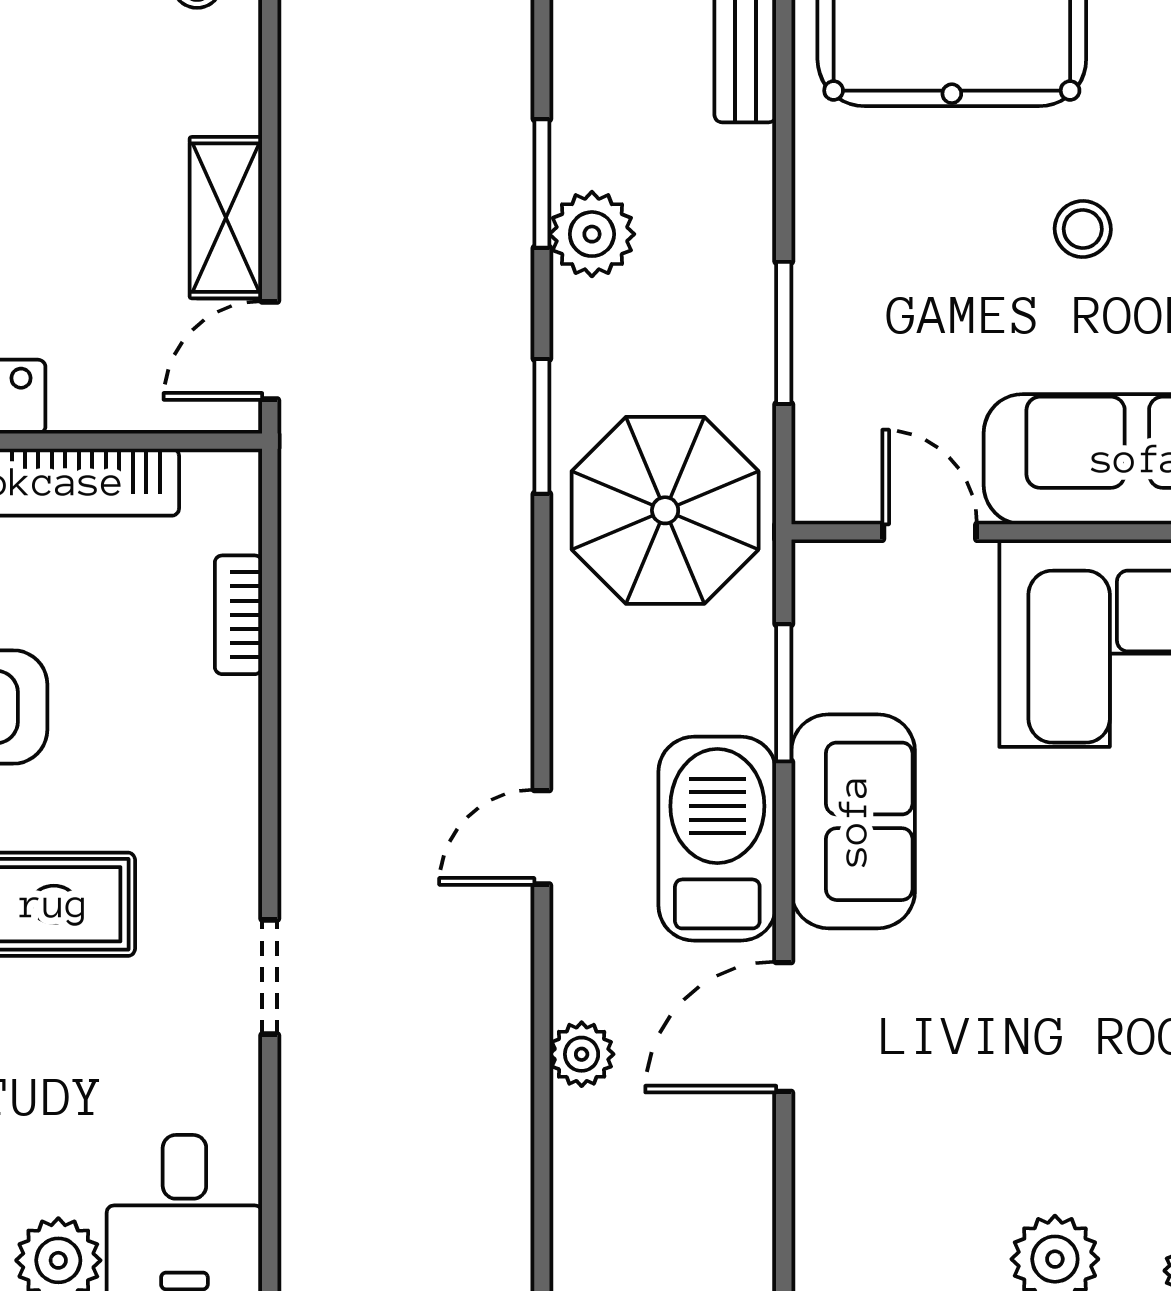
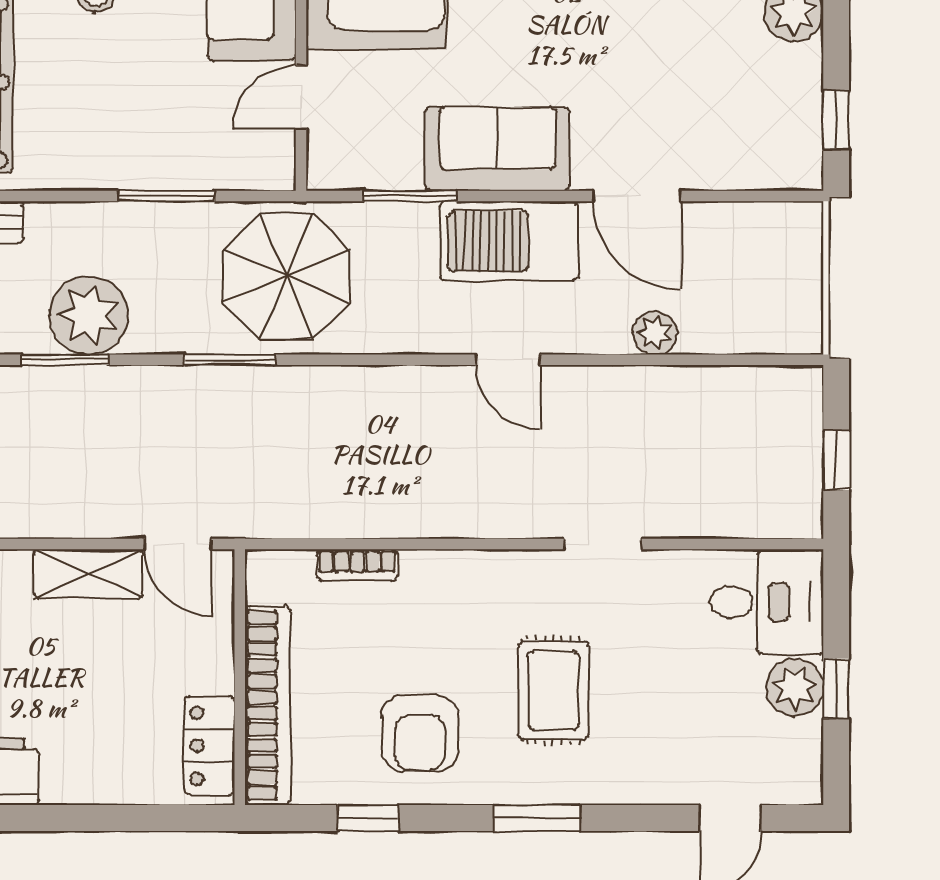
plant: (592, 234) -> (89, 315), width x1.36, depth x1.36

